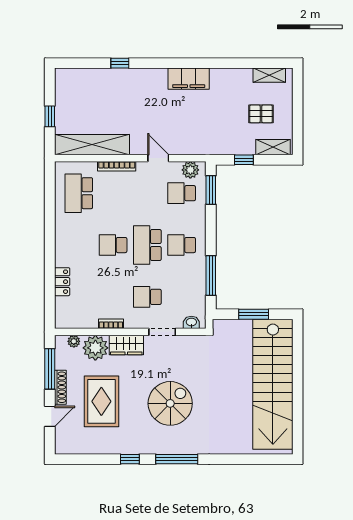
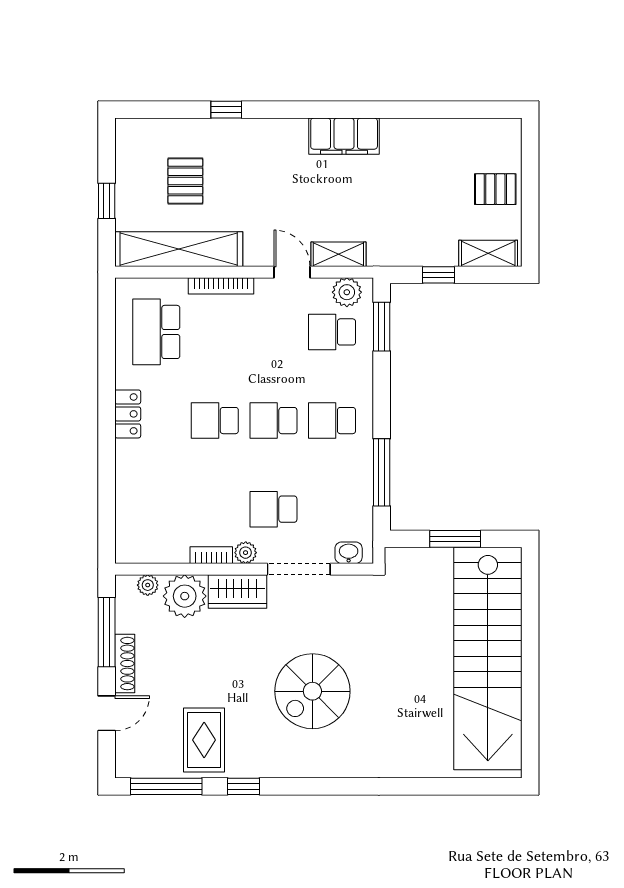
shelving: (269, 75) -> (338, 254), moved
pallet: (96, 105) -> (185, 181), added
pallet: (261, 114) -> (495, 189), moved
school desk: (147, 245) -> (273, 421), width x0.54
locker: (62, 282) -> (128, 414), moved
plant: (131, 322) -> (246, 553), added
doorway: (162, 332) -> (299, 569), width x1.38
rug: (101, 401) -> (204, 740), moved, width x0.73, depth x0.70
spiral stairs: (170, 403) -> (312, 691), turned 180
window: (177, 459) -> (166, 786), moved

